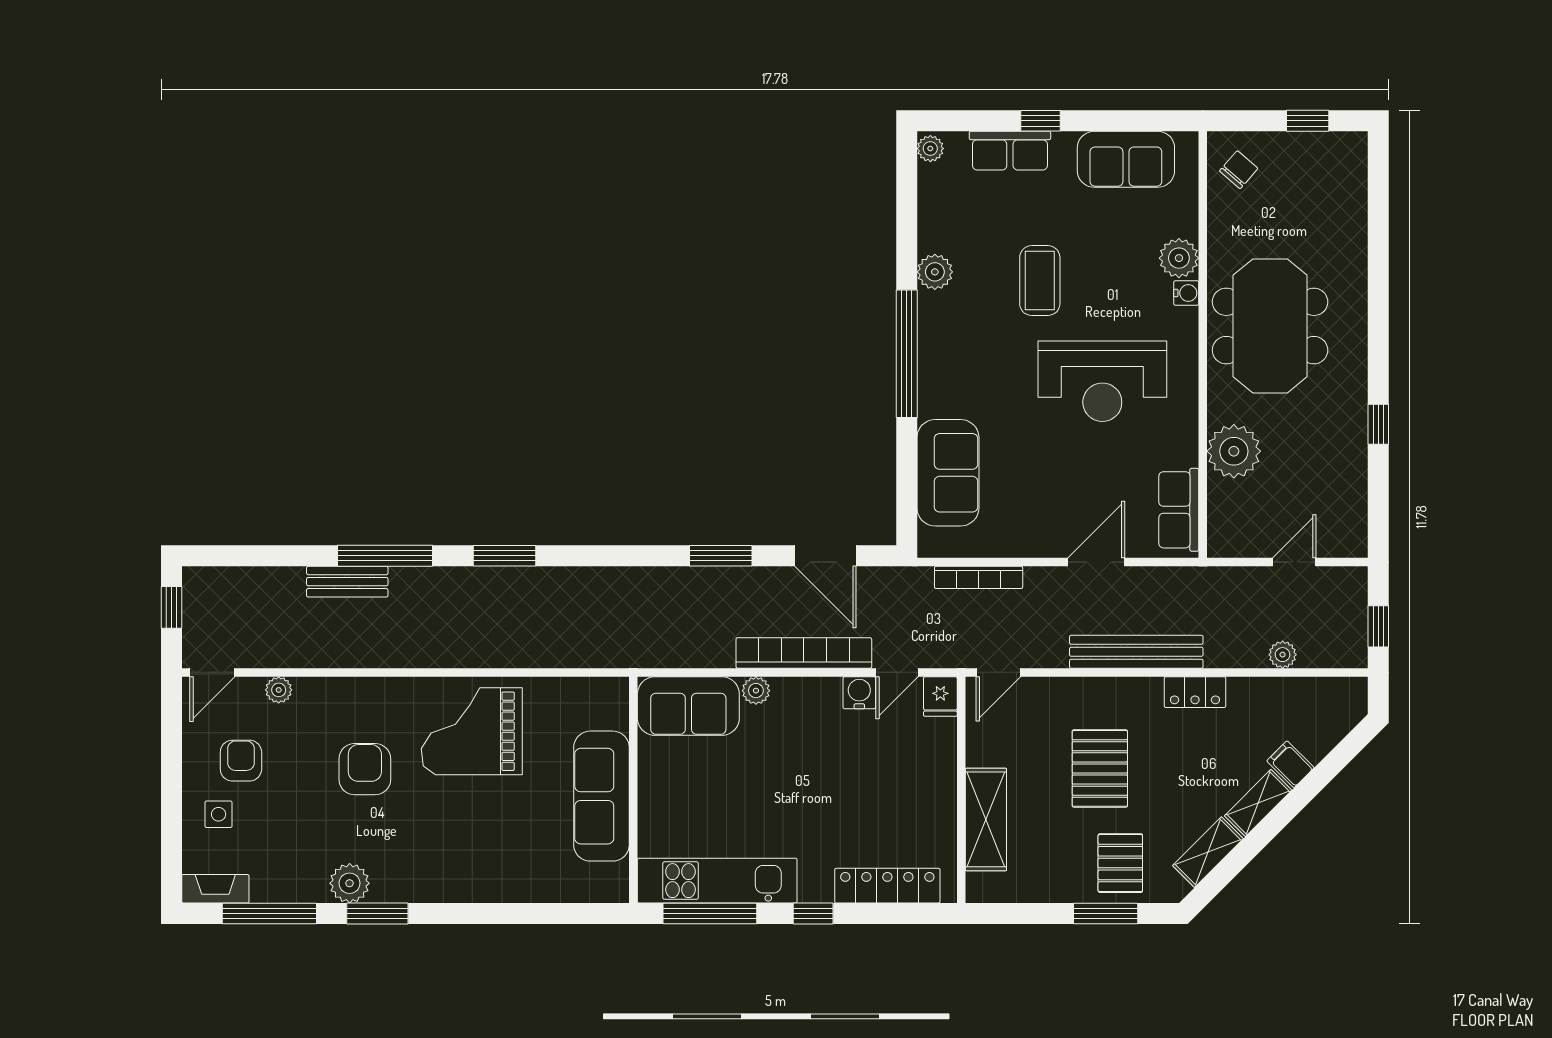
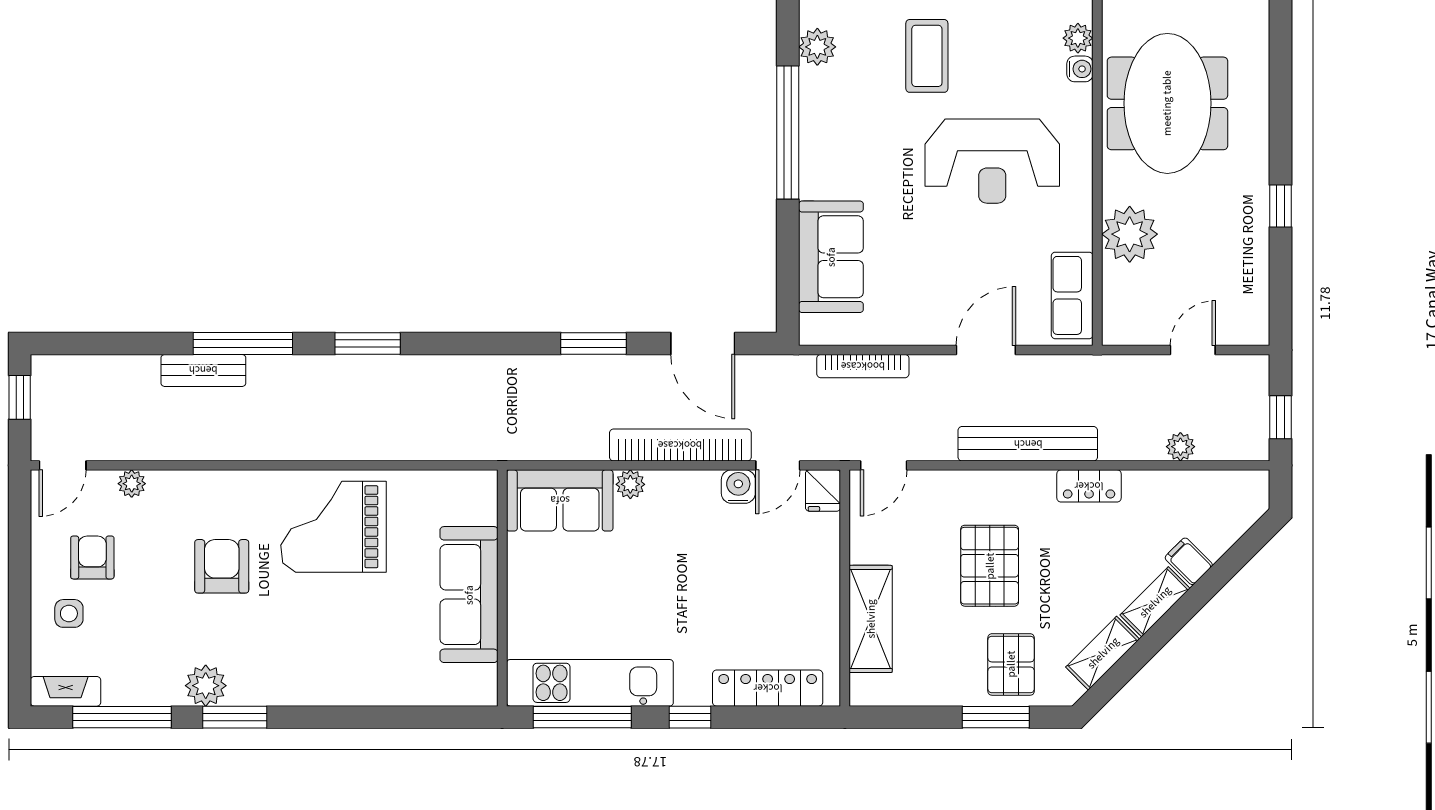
plant: (1179, 258) -> (1078, 38), width x0.73, depth x0.73

